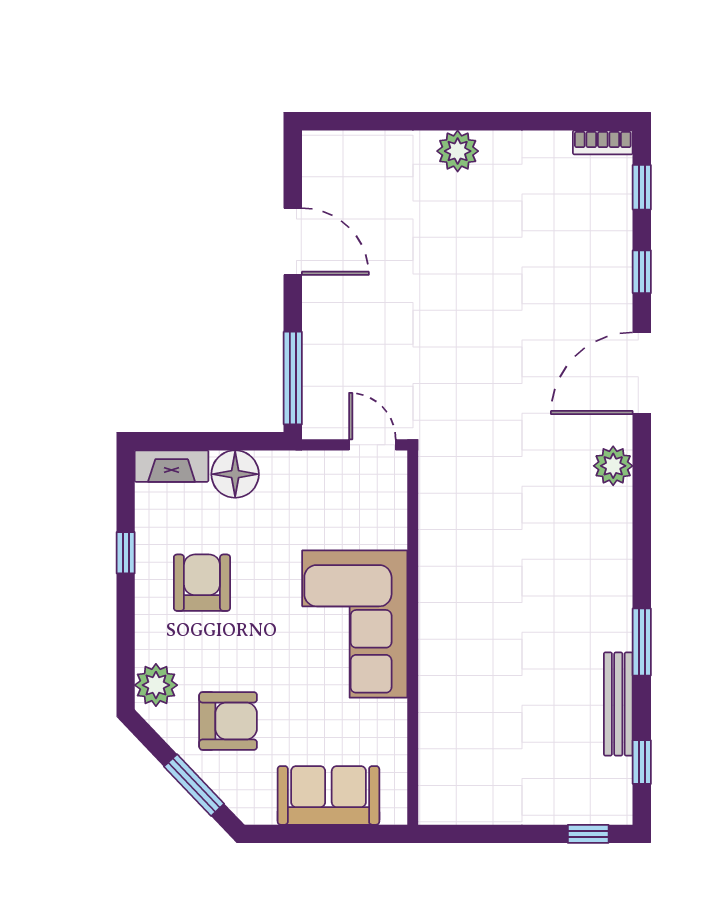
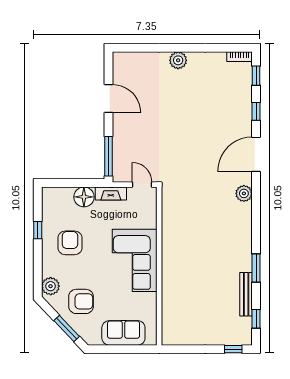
fireplace: (172, 466) -> (111, 194), moved

